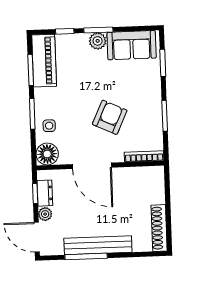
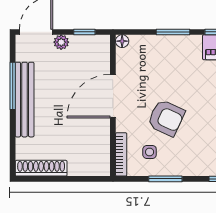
side table: (49, 126) -> (150, 152), moved
floor lamp: (47, 154) -> (122, 41), width x0.53, depth x0.53
dresser: (45, 193) -> (85, 43), removed

